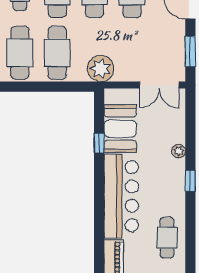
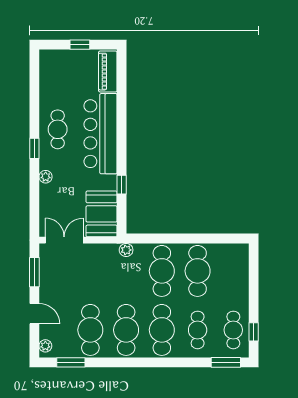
plant: (101, 69) -> (126, 250), width x0.53, depth x0.53
booth: (120, 129) -> (102, 214), moved
cafe table: (167, 238) -> (58, 129), moved

